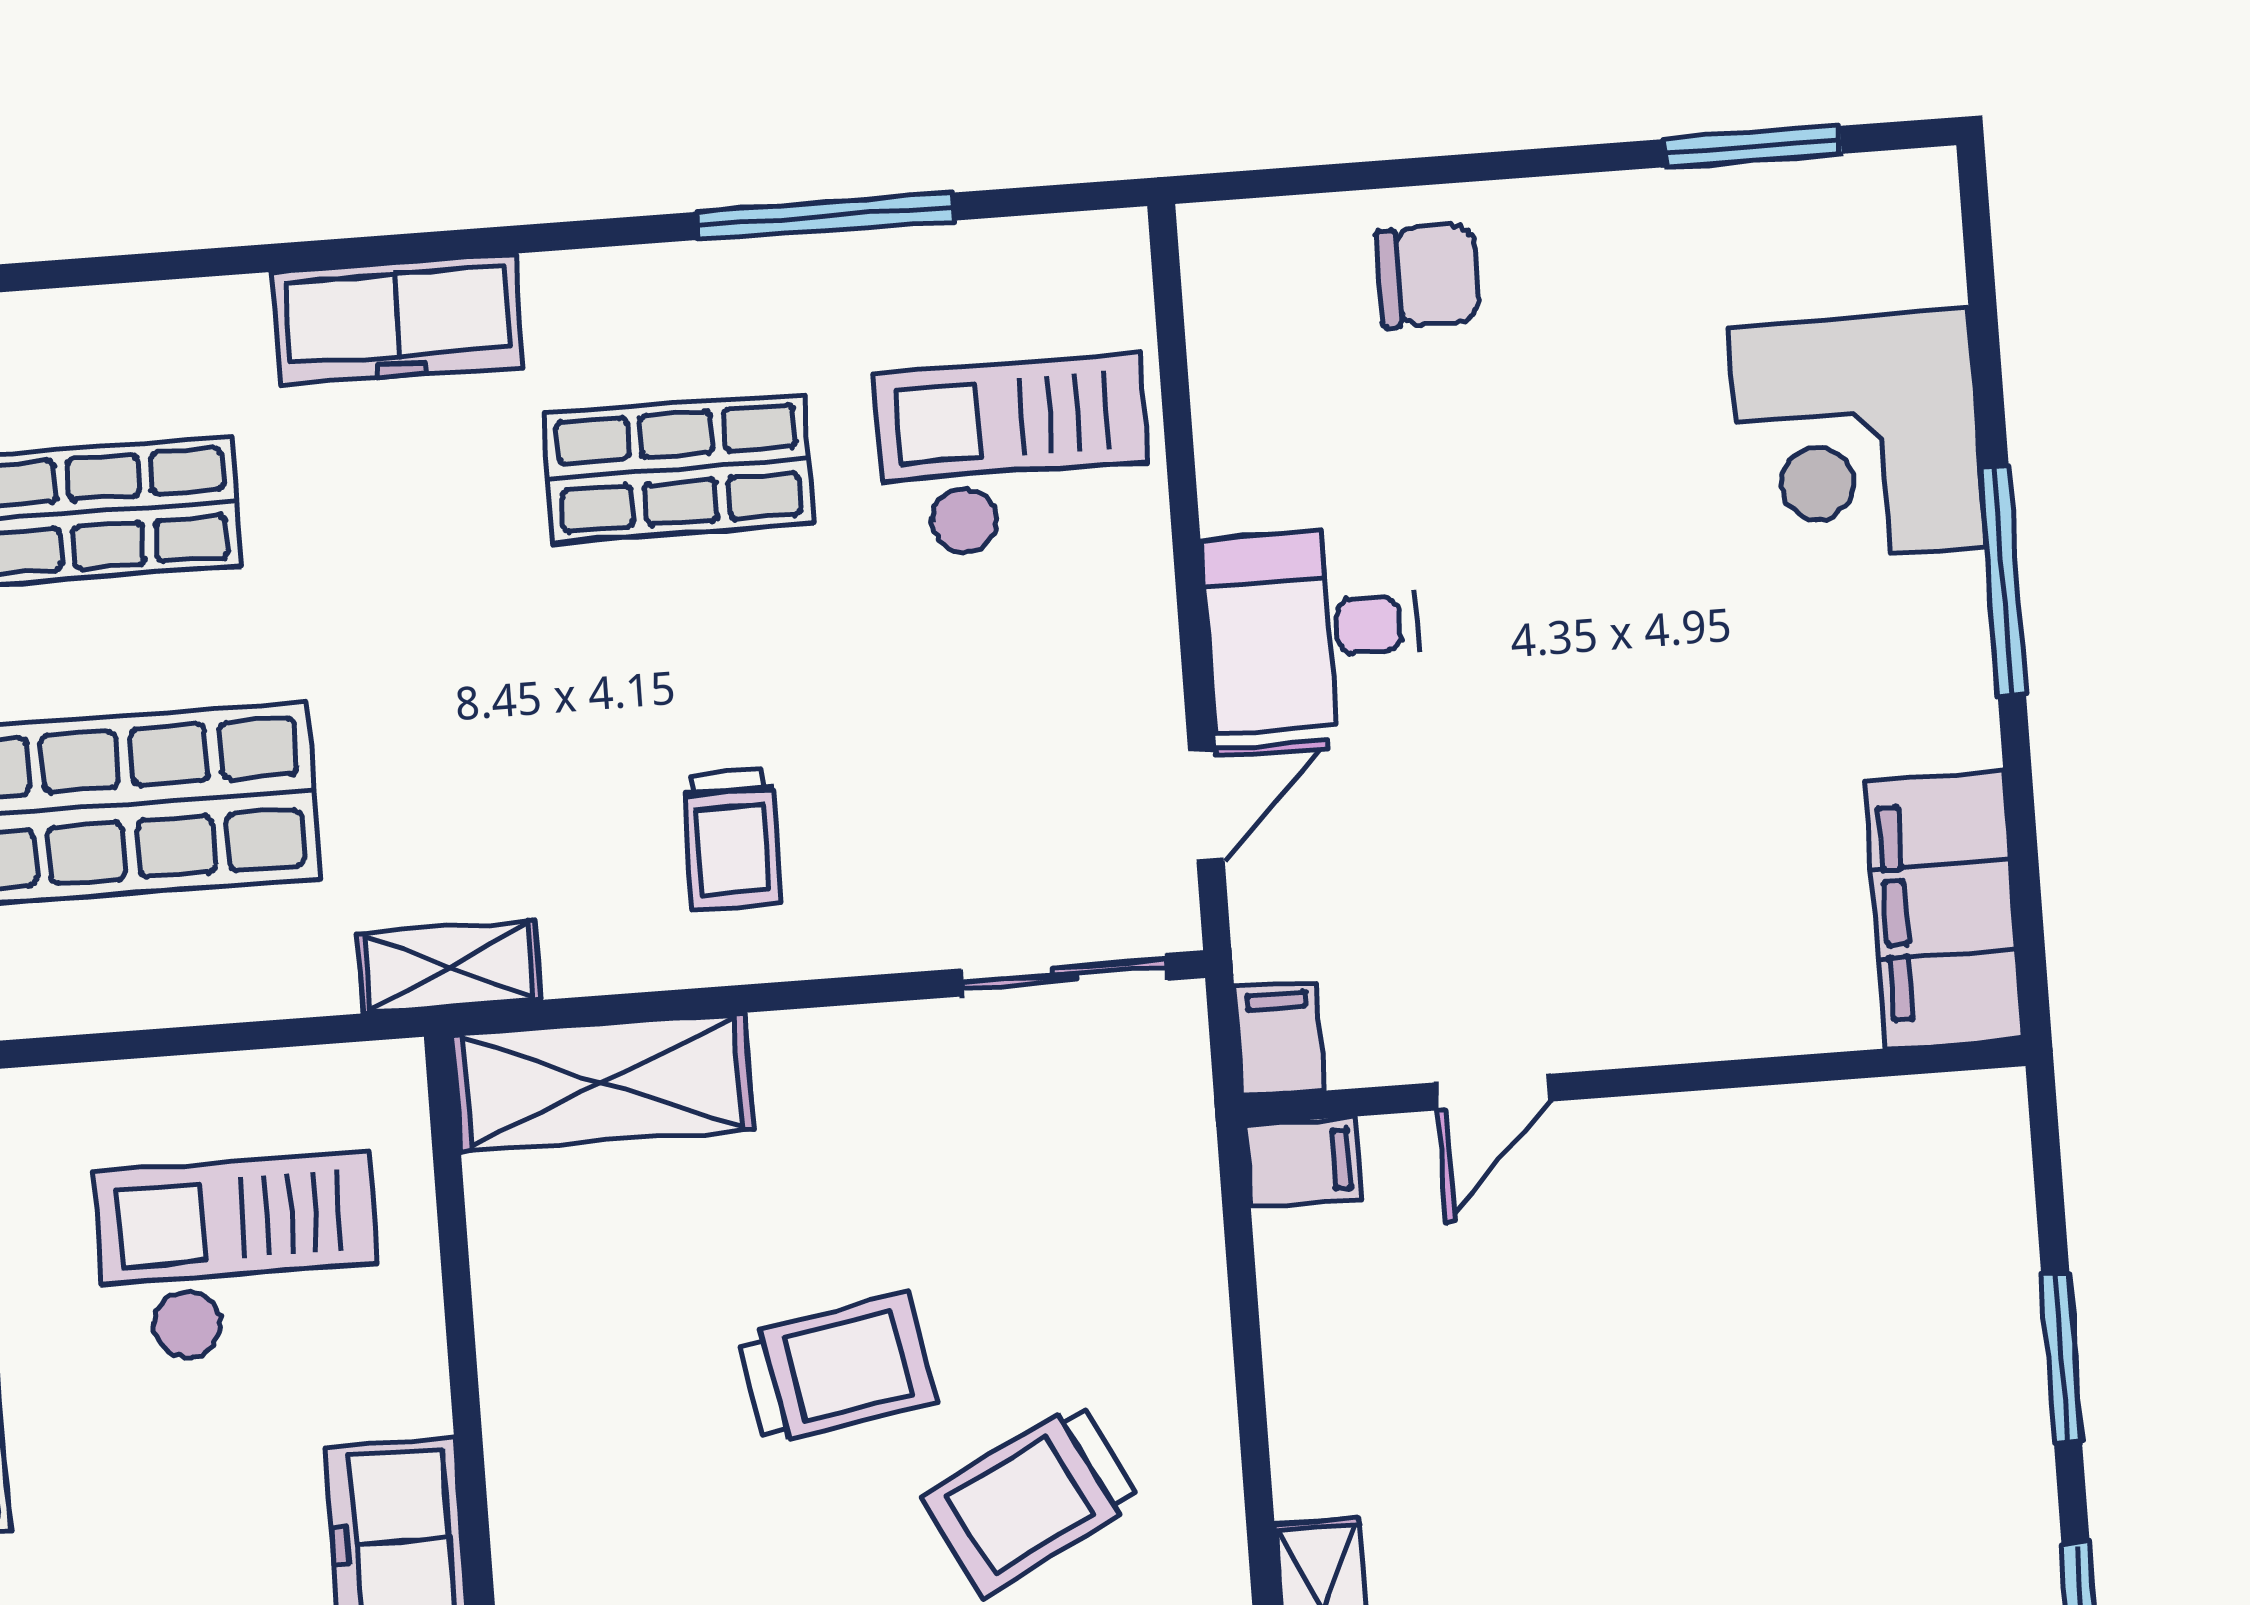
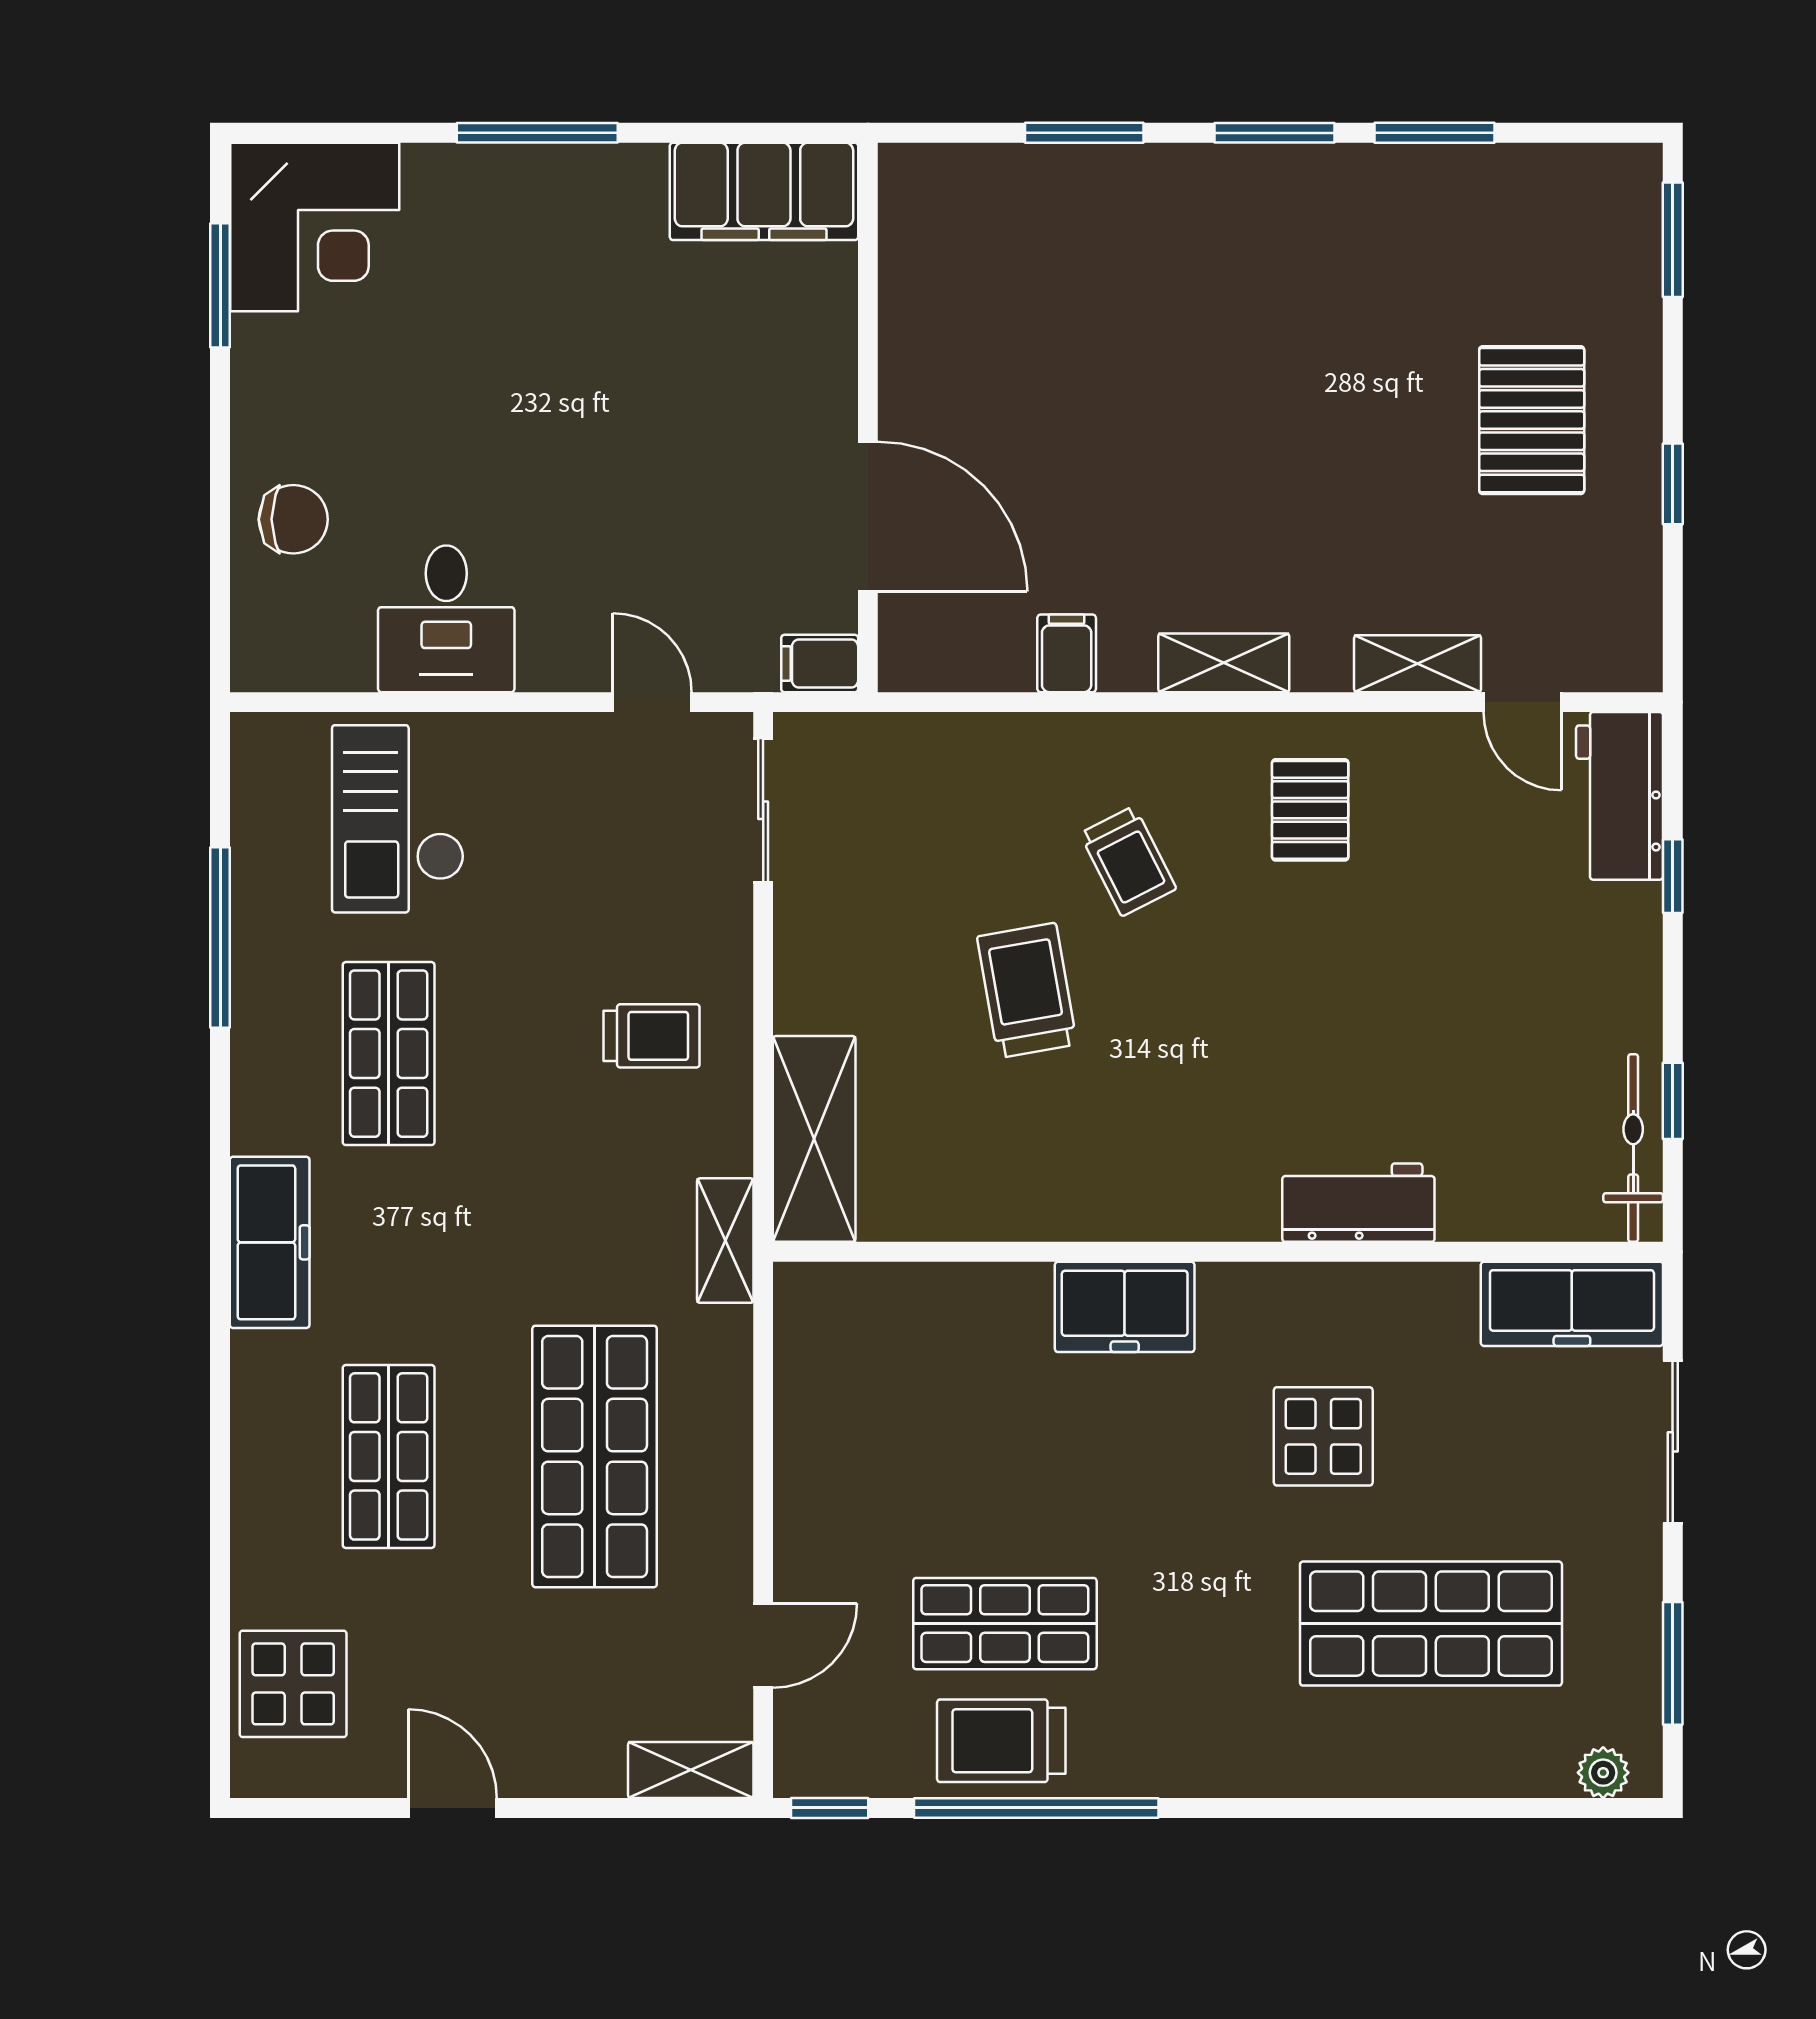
chair: (1428, 276) -> (293, 519), turned 90
corner desk: (1858, 437) -> (315, 227), moved
desk: (1312, 629) -> (446, 619), moved
door: (1493, 1092) -> (868, 516), width x1.87
filing cabinet: (1303, 1162) -> (1067, 653), moved
checkout: (238, 1258) -> (918, 1403), removed
trolley: (1031, 1499) -> (1128, 861), width x0.73, depth x0.72

